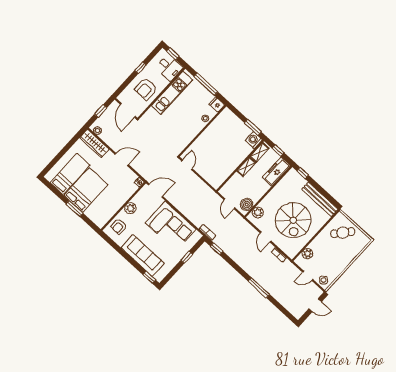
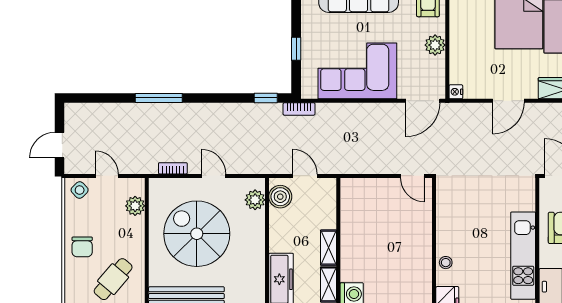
chair: (343, 257) -> (82, 247), added
door: (308, 276) -> (107, 176), hinge flipped

